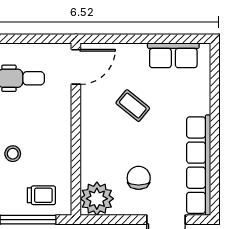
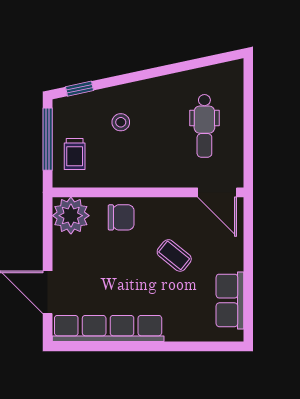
coffee table: (133, 106) -> (174, 255), turned 90
chair: (139, 178) -> (121, 217), moved

